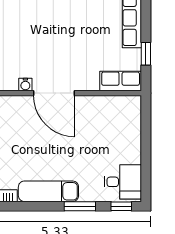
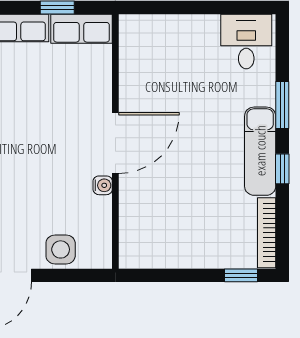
row of seats: (121, 81) -> (82, 29), moved, turned -90
window: (121, 206) -> (282, 169), moved

